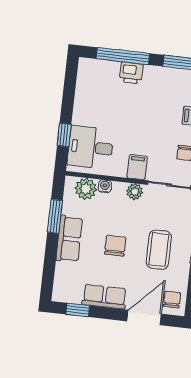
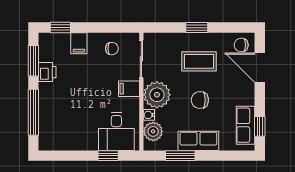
printer: (131, 73) -> (47, 72), moved
plant: (135, 192) -> (157, 95), width x1.87, depth x1.87
row of seats: (104, 297) -> (246, 125), moved

